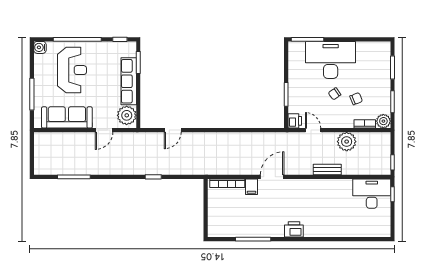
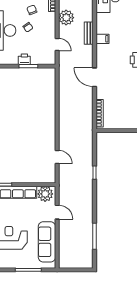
printer: (295, 121) -> (24, 59), moved
door: (313, 130) -> (57, 44), swing flipped
filing cabinet: (251, 187) -> (102, 39), moved

